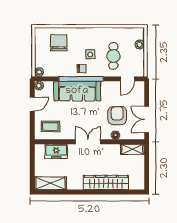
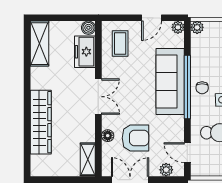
plant: (140, 94) -> (166, 170), added
door: (32, 104) -> (152, 18), hinge flipped
boiler: (39, 149) -> (88, 28), added

